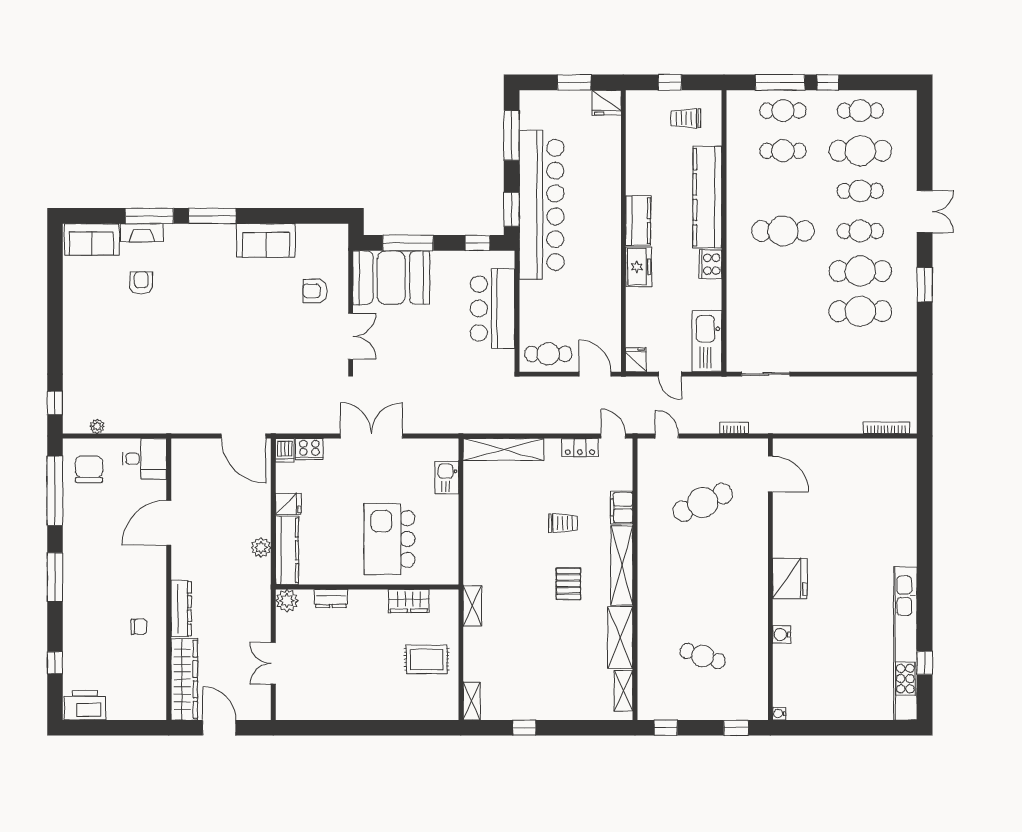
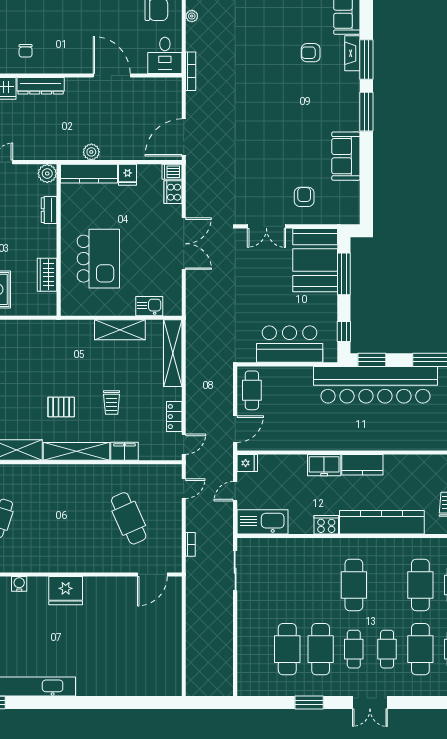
cafe table: (783, 151) -> (420, 585), width x1.37, depth x1.35
armchair: (141, 283) -> (311, 53), turned 180
bookcase: (886, 428) -> (191, 71), moved
kitchen island: (390, 539) -> (98, 259), turned 90
shelving: (472, 606) -> (120, 330), moved, width x1.50, depth x1.33

